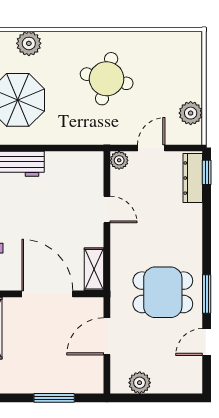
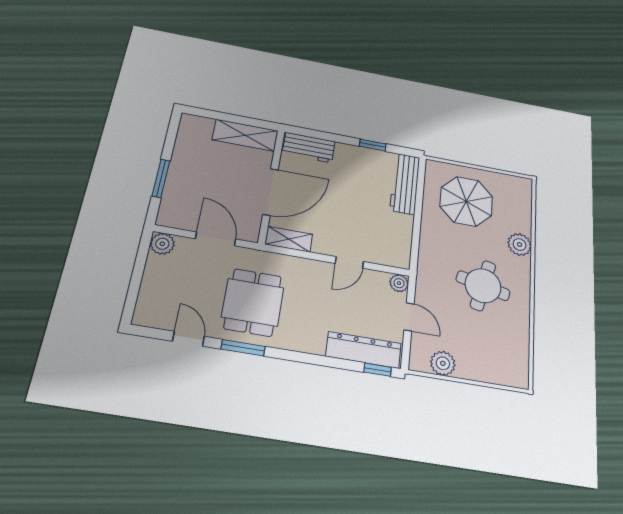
plant: (29, 43) -> (520, 244), moved
dresser: (193, 178) -> (364, 350), width x1.37, depth x1.24
plant: (140, 383) -> (162, 244), moved

